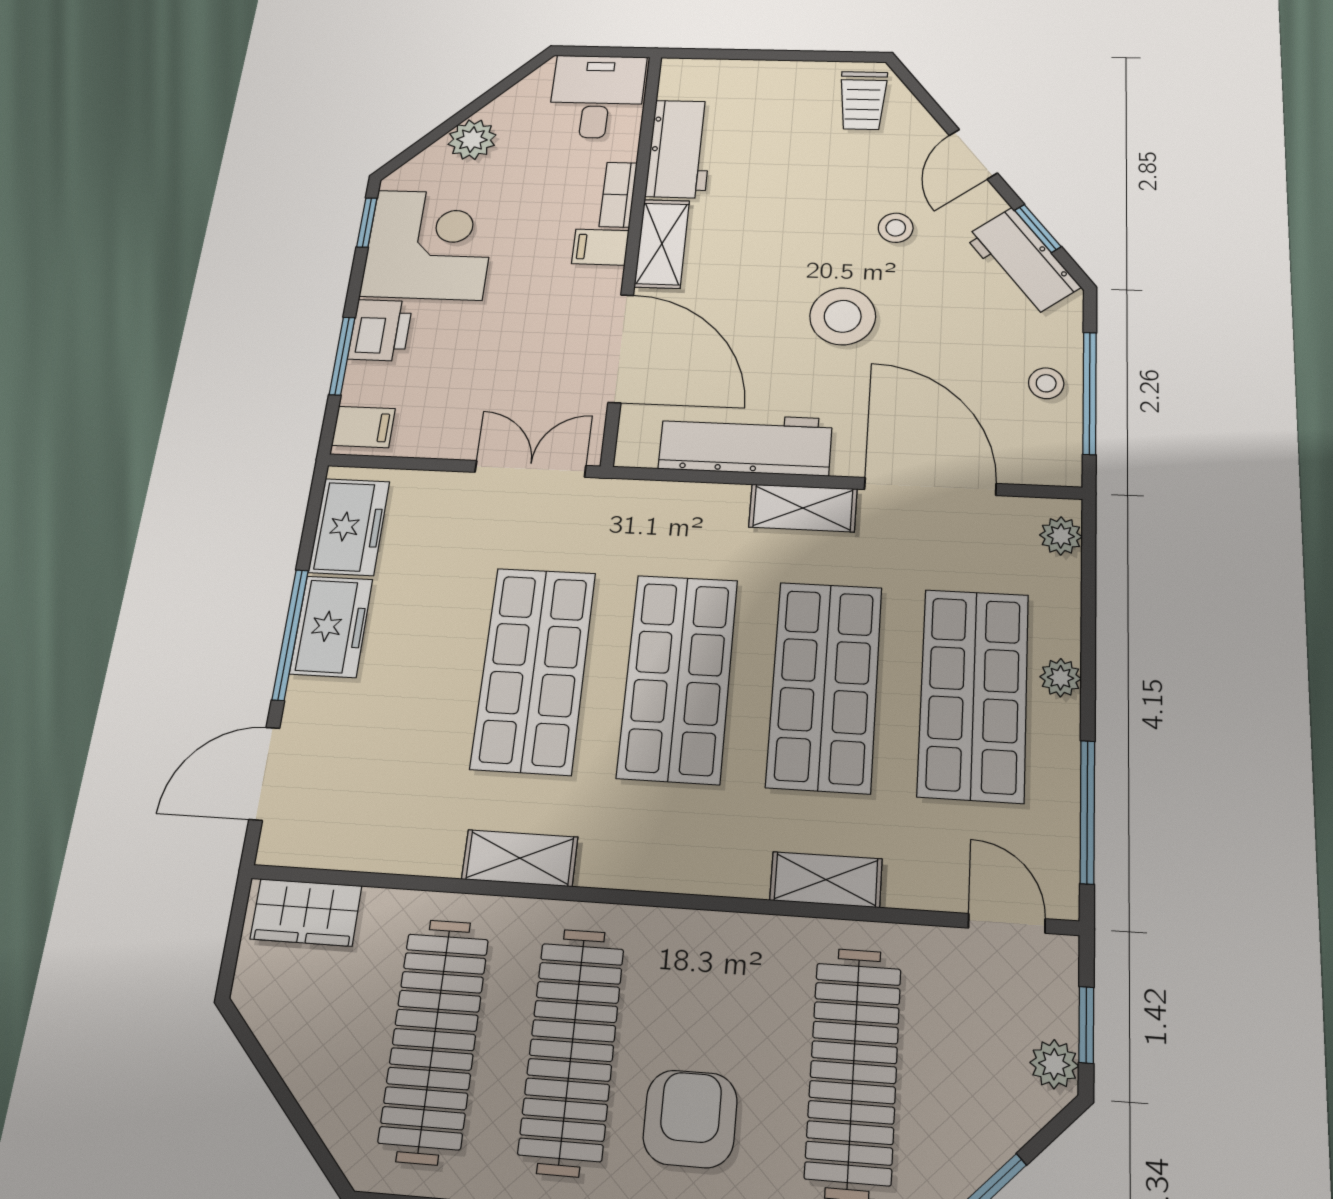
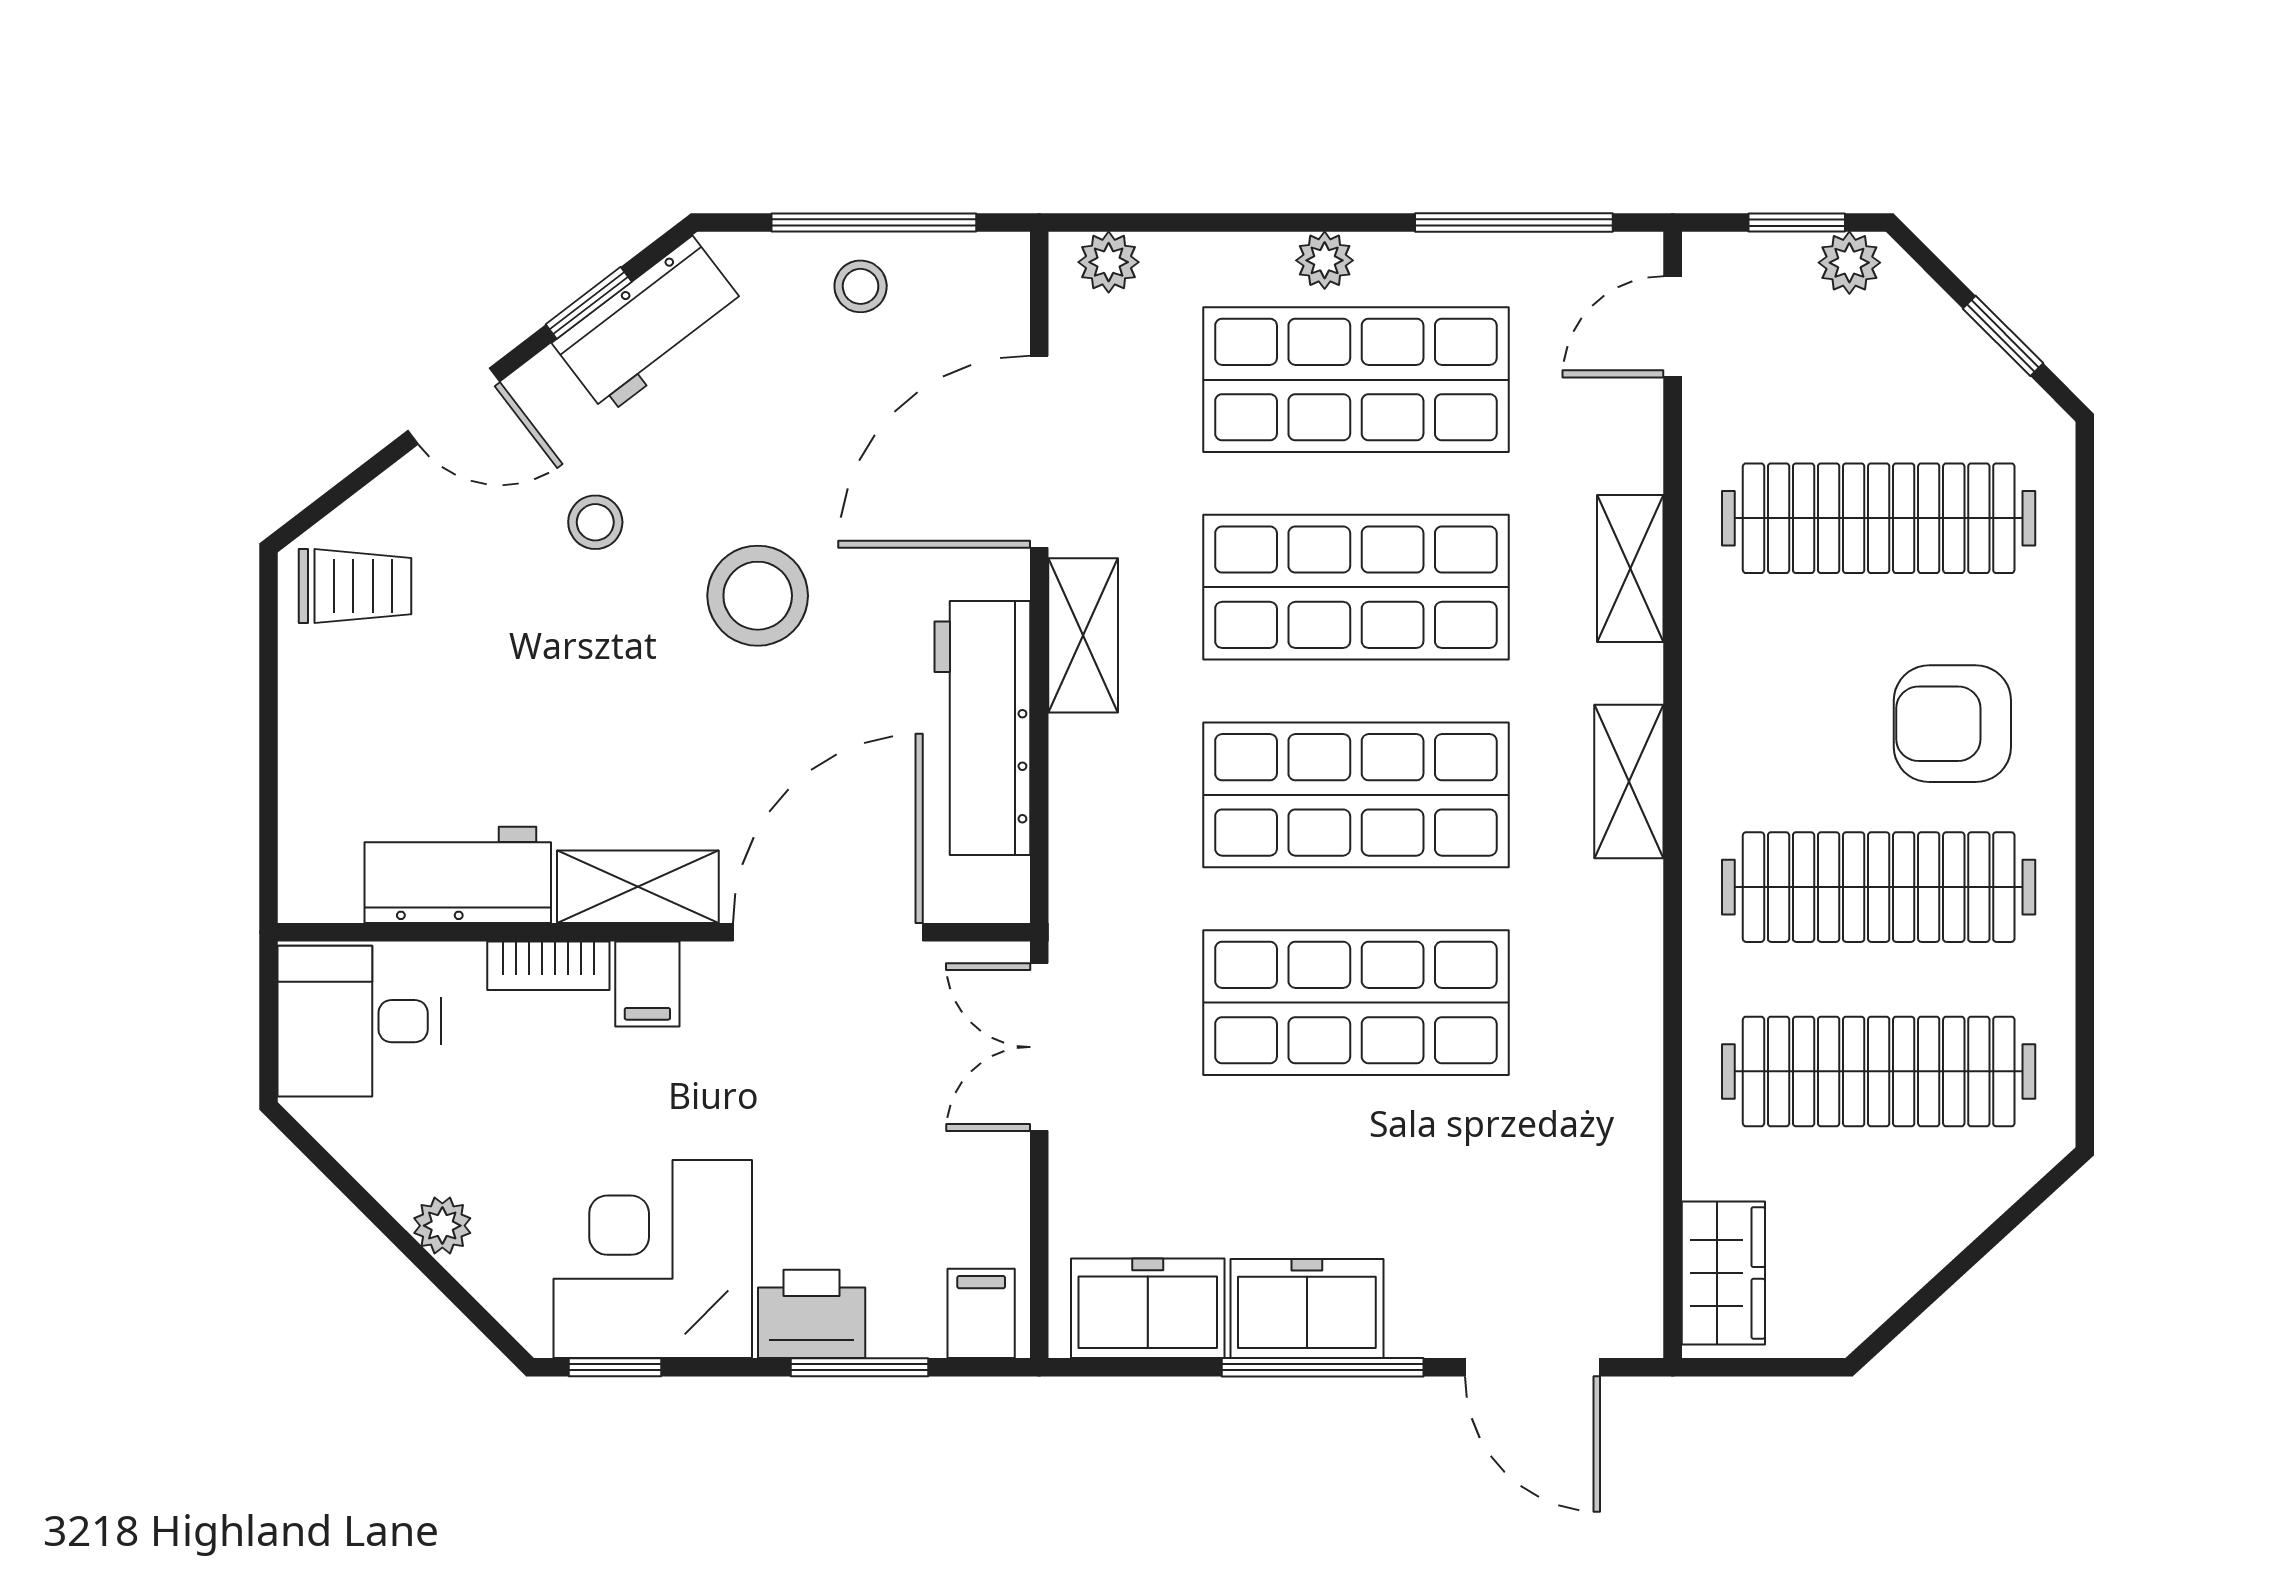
plant: (472, 140) -> (442, 1226), width x0.73, depth x0.73
shelving: (520, 858) -> (1629, 782), moved

